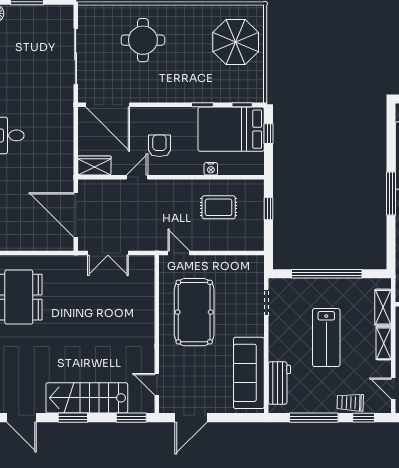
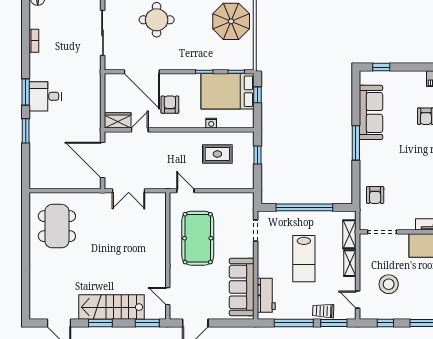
door: (108, 105) -> (142, 72), moved
door: (137, 177) -> (140, 130), moved
window: (364, 418) -> (334, 323), width x1.50

